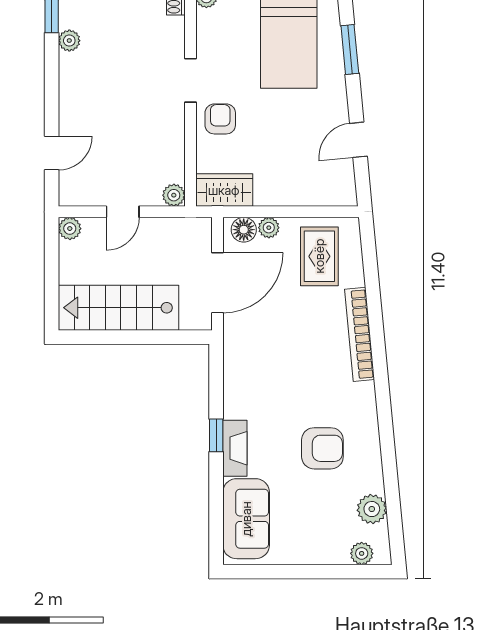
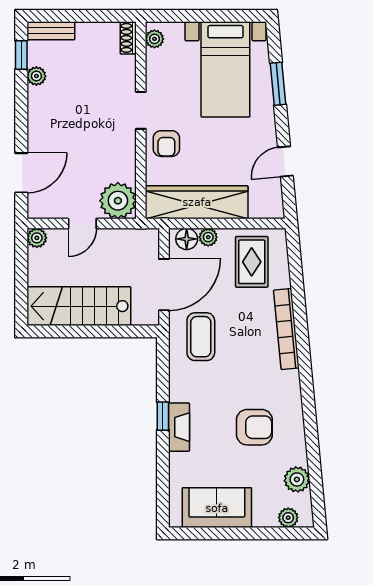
armchair: (220, 119) -> (166, 144), turned 180
door: (52, 153) -> (21, 173), width x1.38
wardrobe: (224, 190) -> (197, 202), width x2.10, depth x1.17
plant: (174, 195) -> (118, 201), width x1.87, depth x1.87
coffee table: (260, 343) -> (201, 337), added
sofa: (246, 519) -> (217, 508), moved, turned -90

